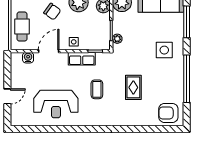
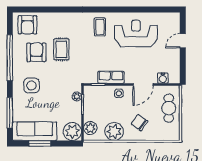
armchair: (159, 85) -> (36, 52), added
coffee table: (97, 89) -> (100, 27), moved
armchair: (168, 113) -> (27, 25), turned 90

